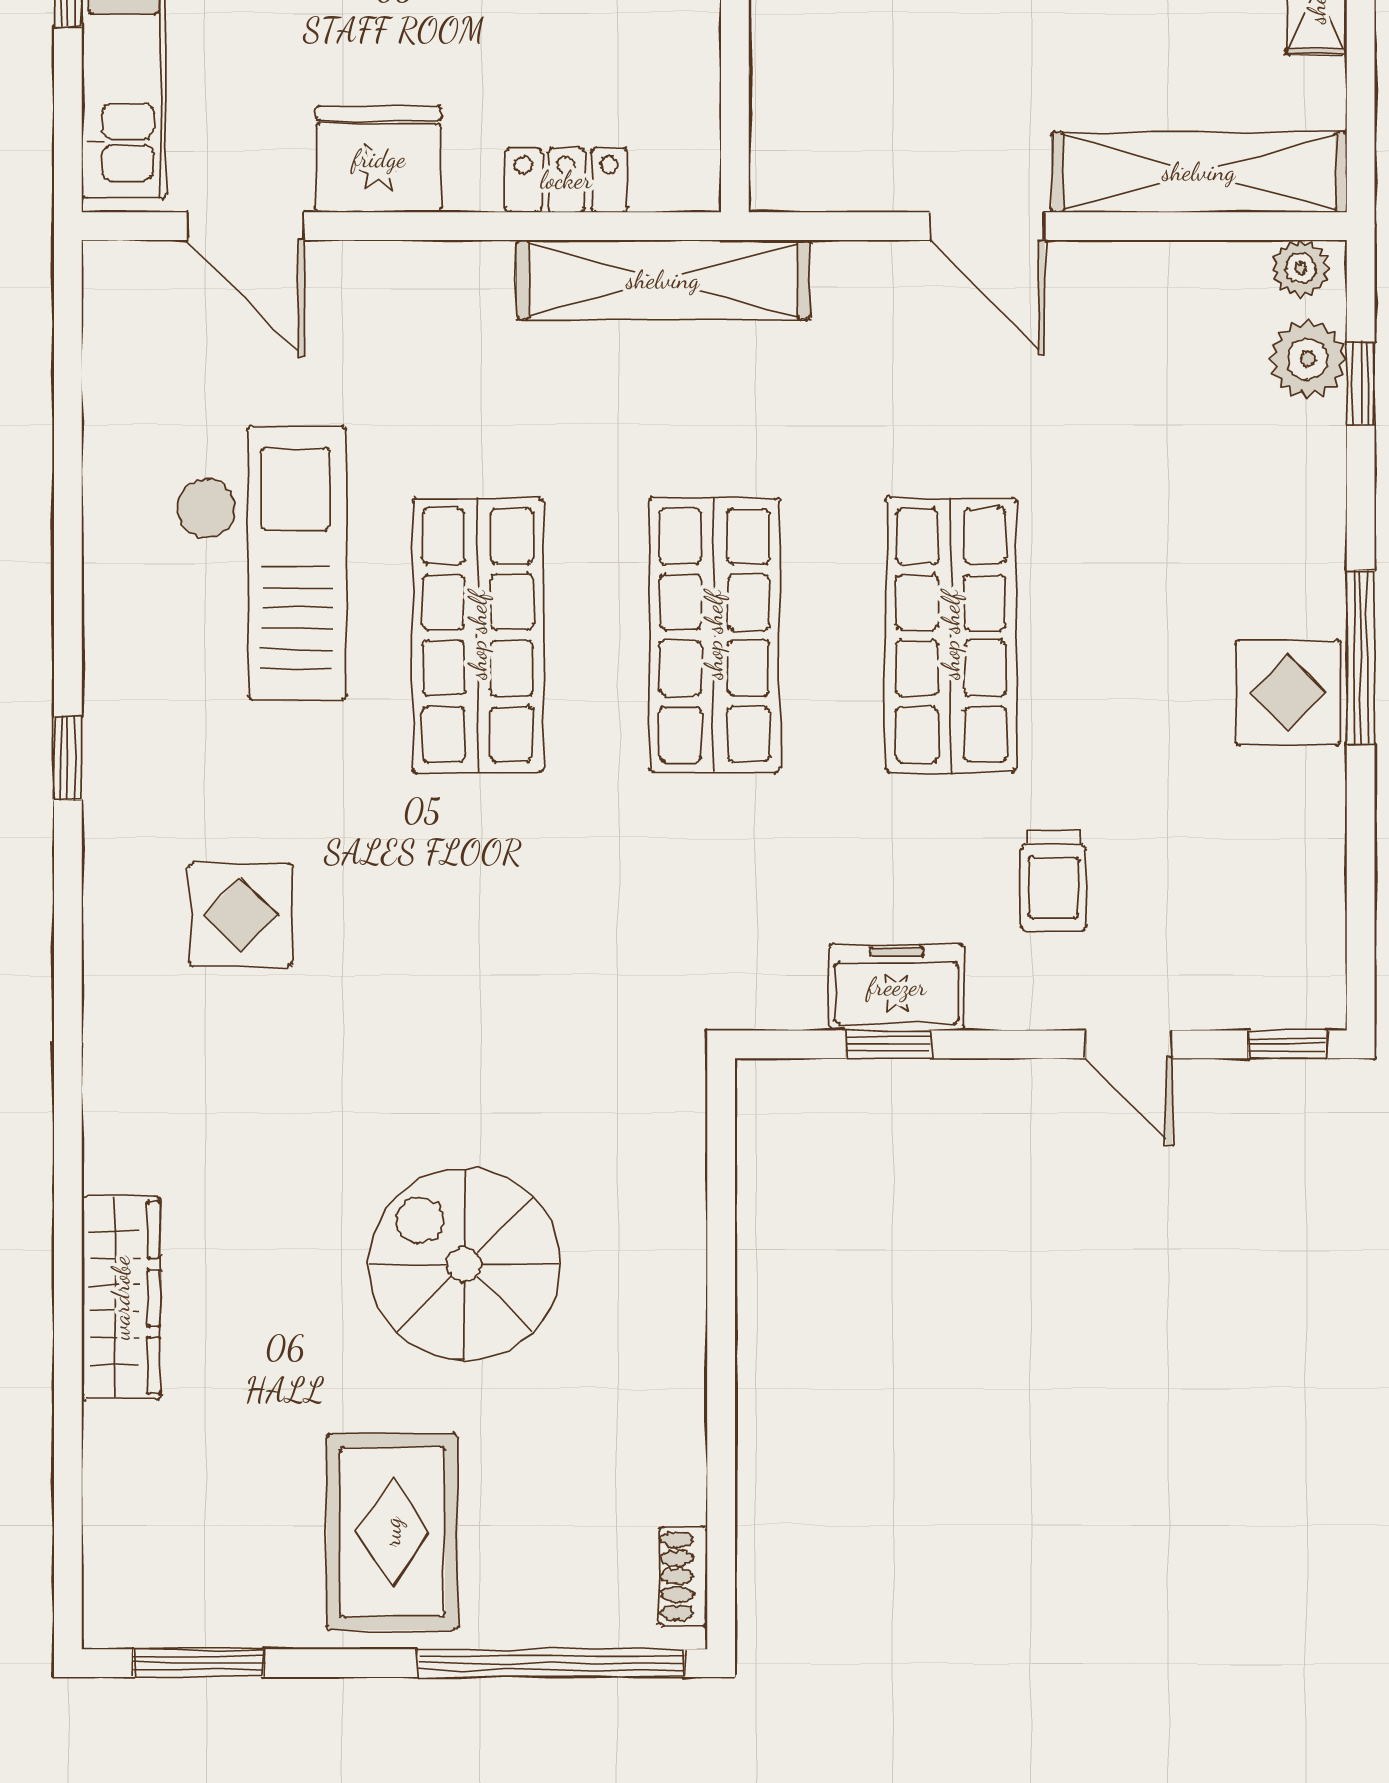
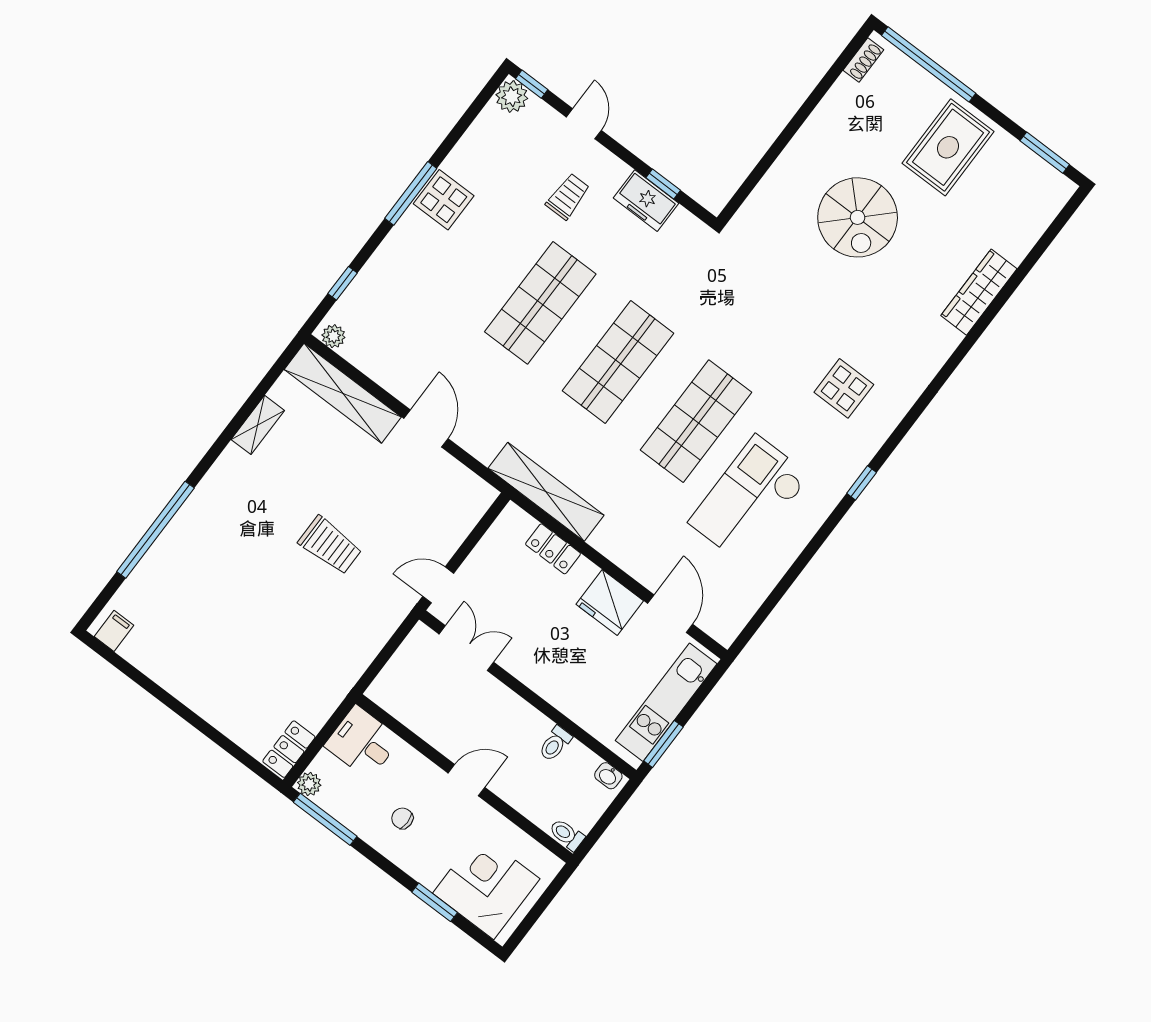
plant: (1308, 359) -> (512, 97), moved

